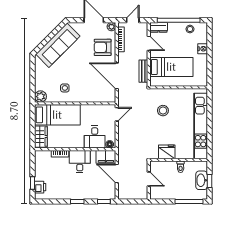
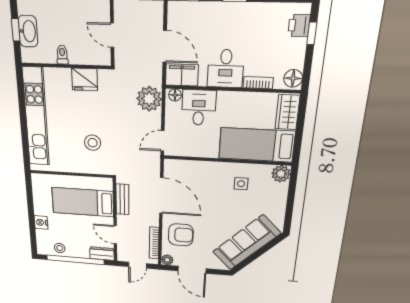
plant: (126, 141) -> (149, 99), added
floor lamp: (40, 157) -> (293, 78), added

